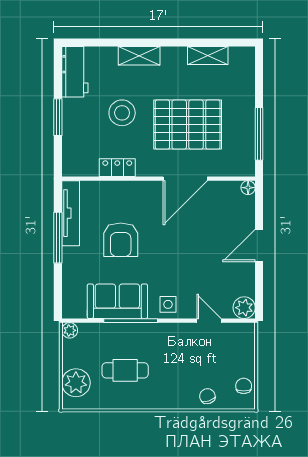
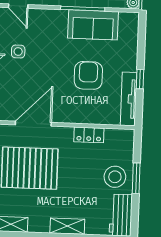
stool: (122, 113) -> (115, 177), moved
window: (58, 238) -> (140, 79), width x0.46
side table: (168, 304) -> (18, 52), moved

